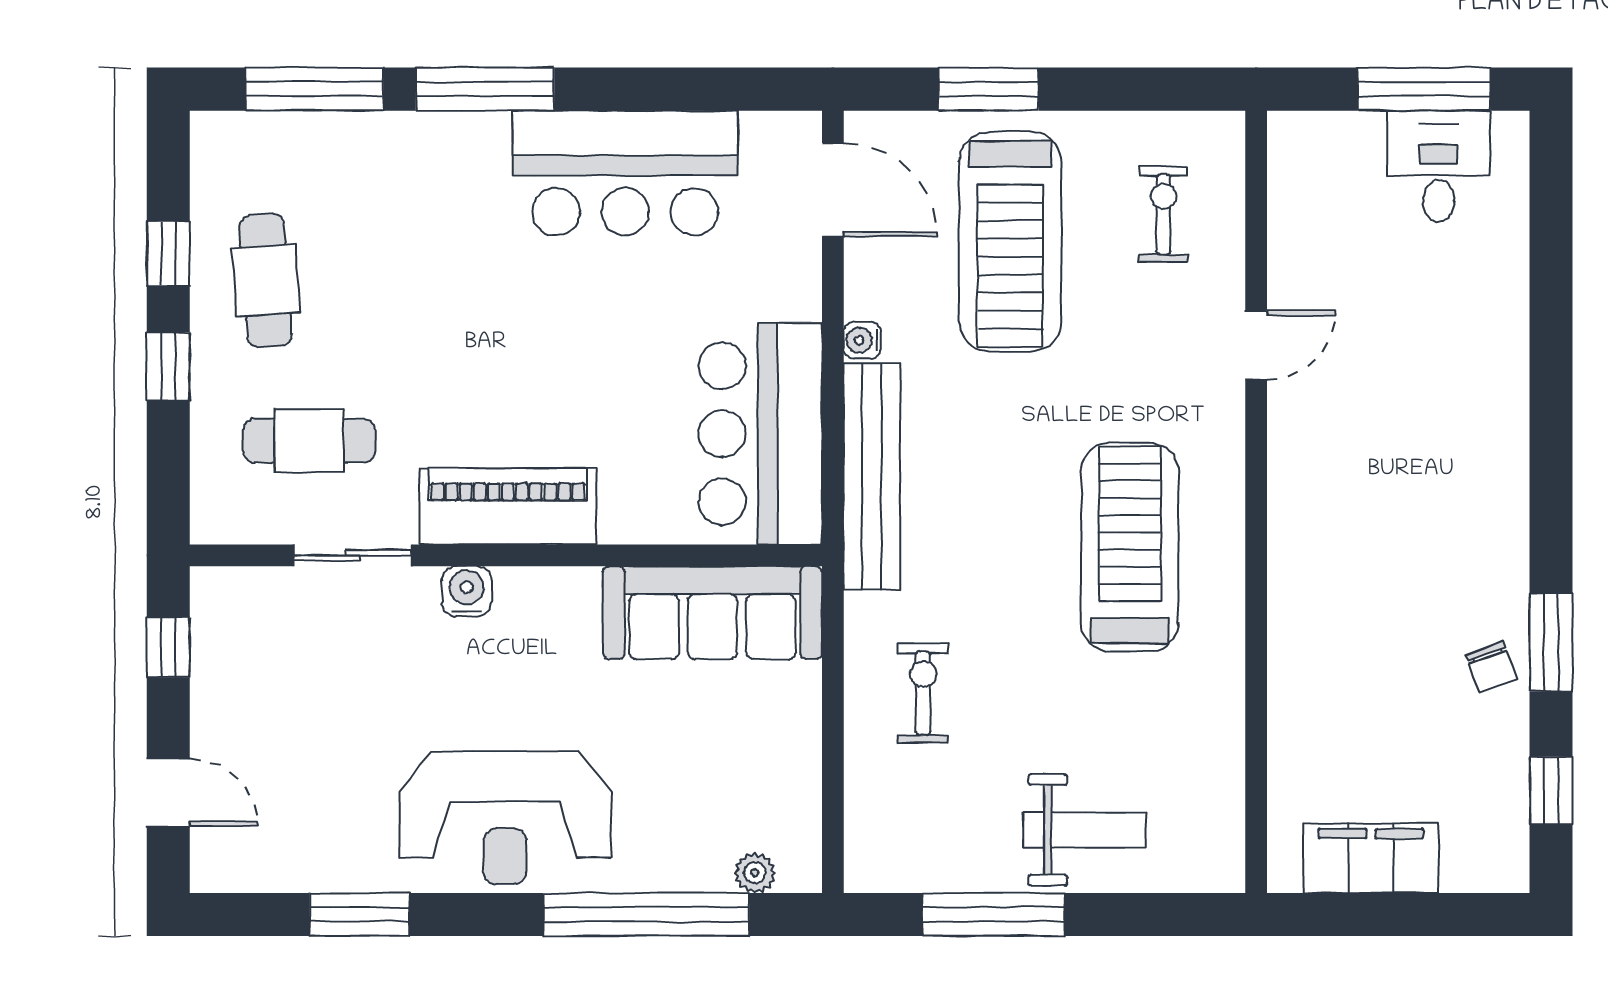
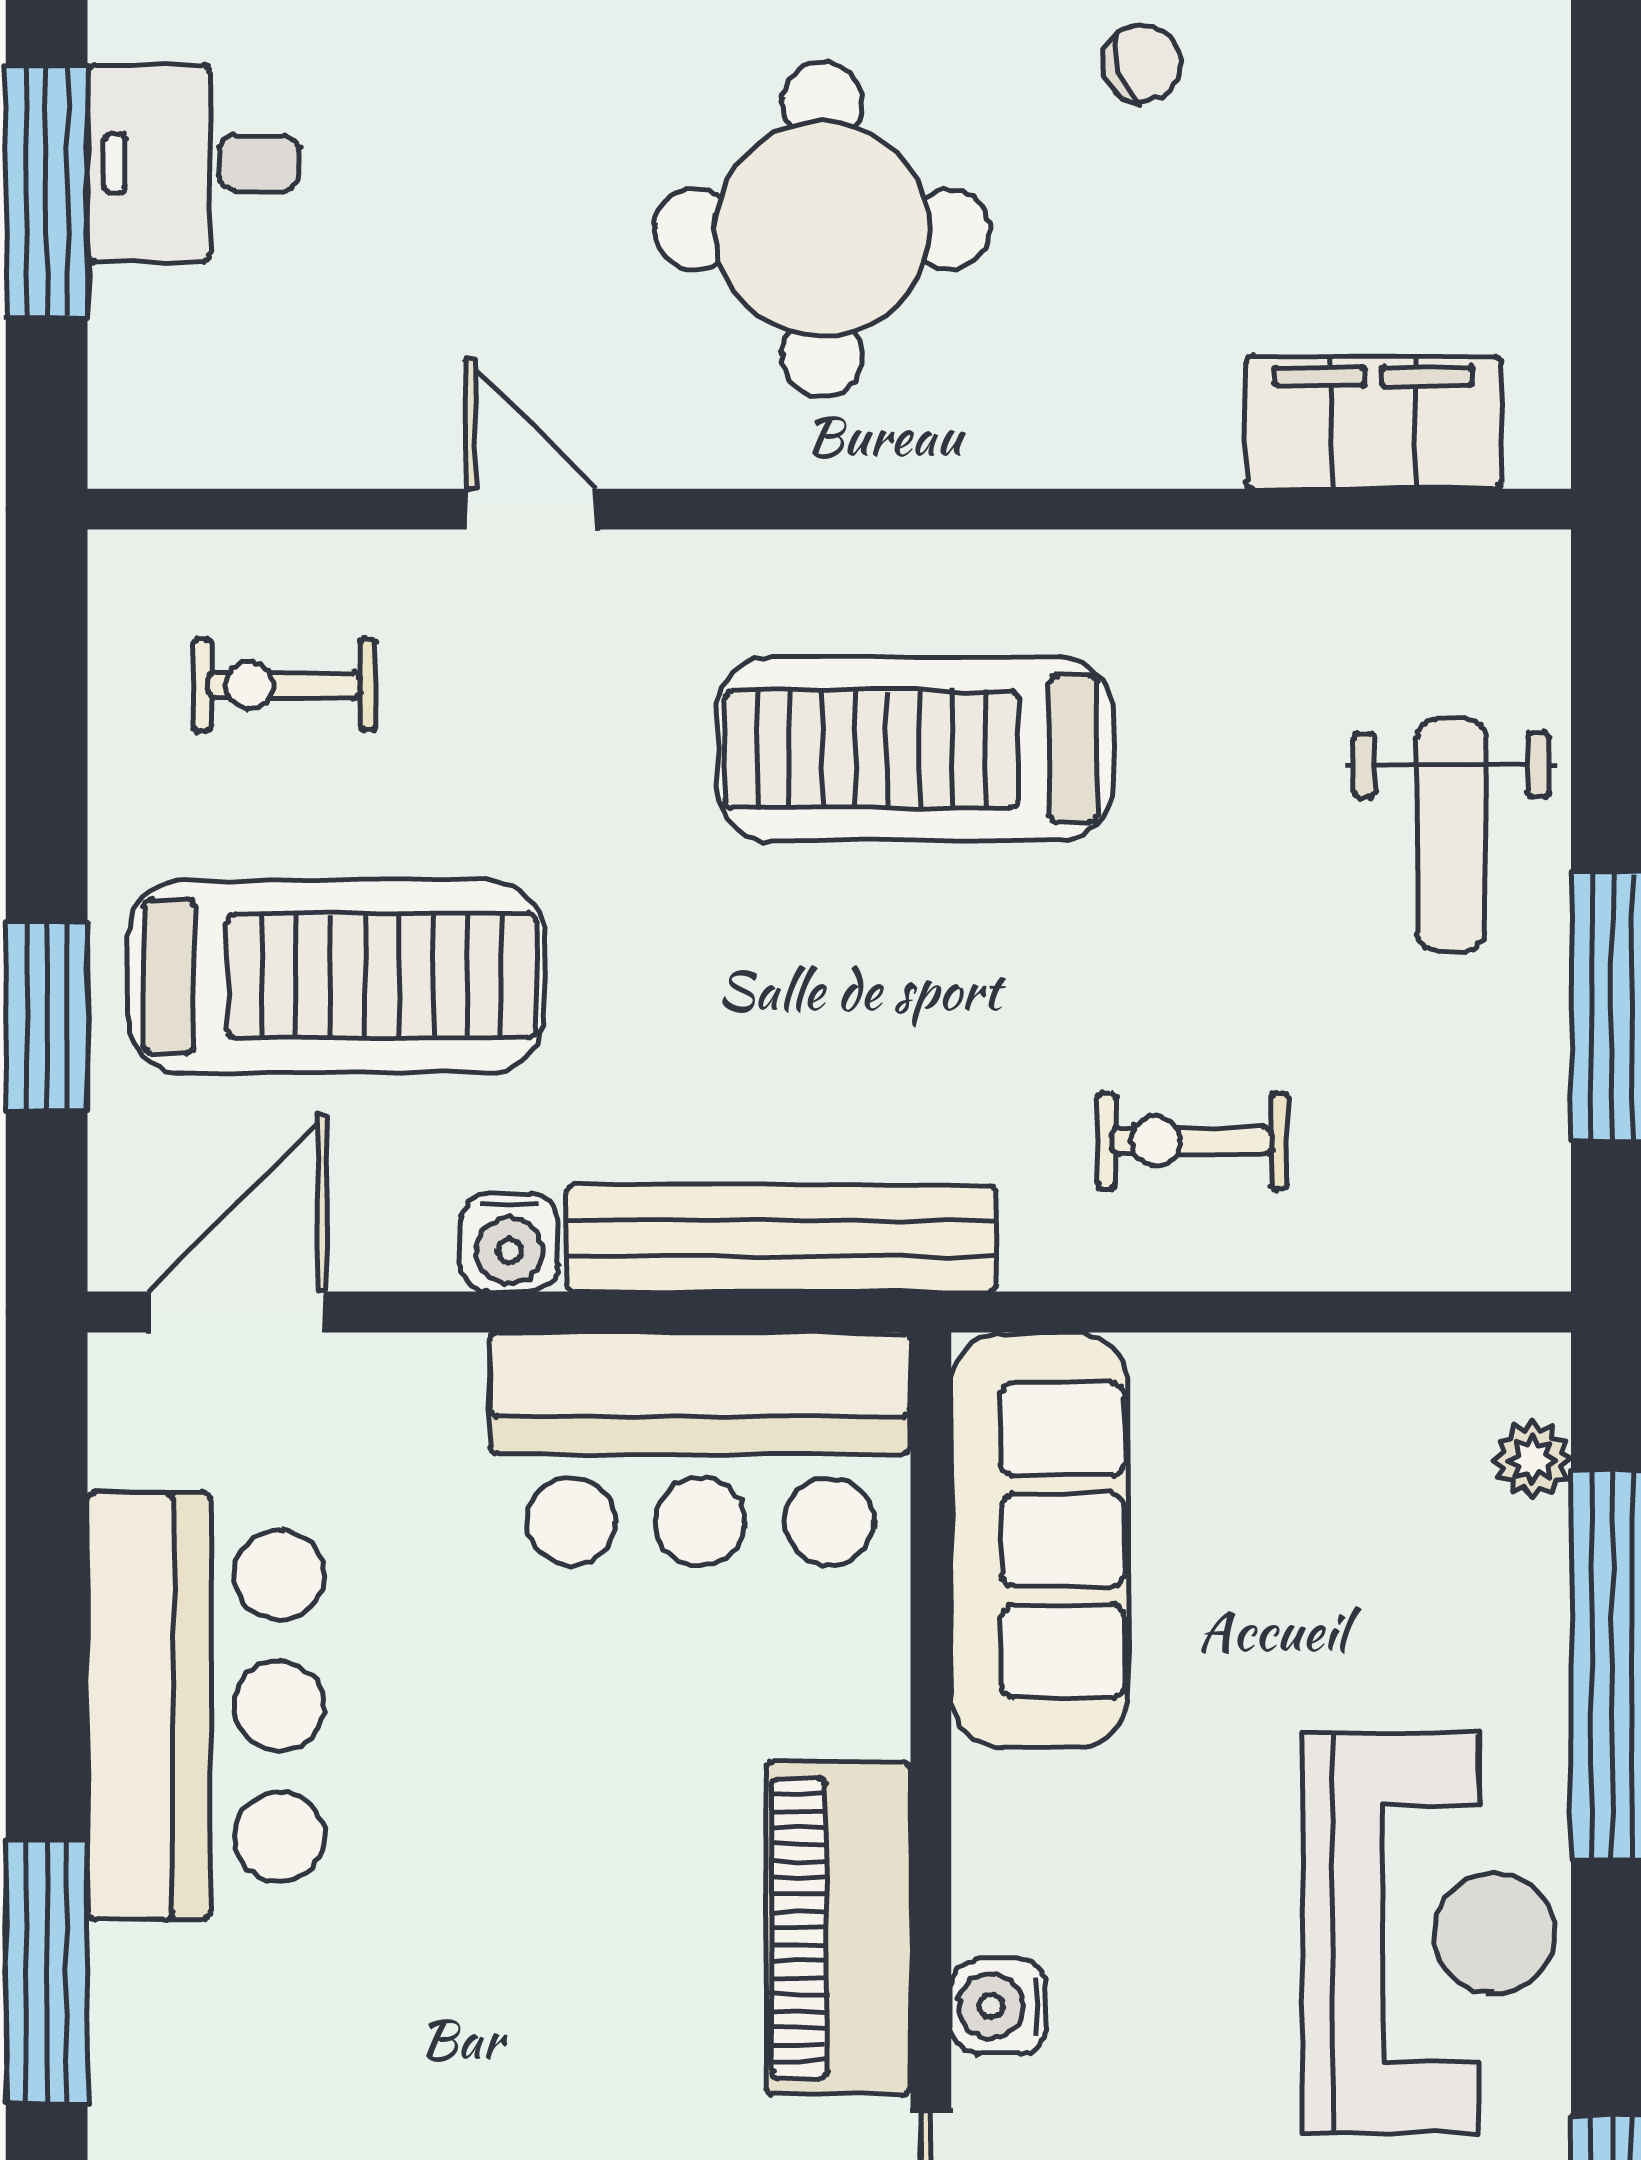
water cooler: (862, 340) -> (509, 1243), width x1.38, depth x1.38
round table: (1404, 498) -> (822, 229), added
weight bench: (1084, 830) -> (1451, 835), turned 180
filing cabinet: (1371, 858) -> (1373, 422), moved, turned 90

